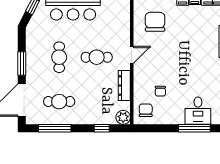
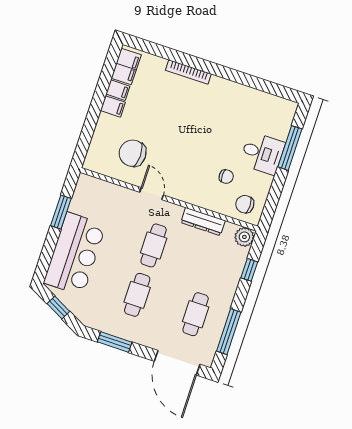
door: (132, 55) -> (152, 194), moved
cafe table: (59, 57) -> (137, 295), turned 90
window: (22, 63) -> (115, 342), moved
desk: (198, 111) -> (262, 153), moved

